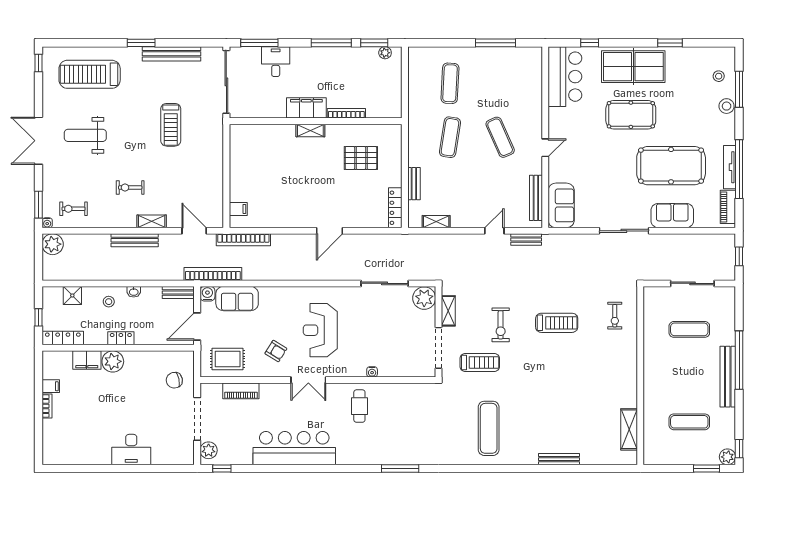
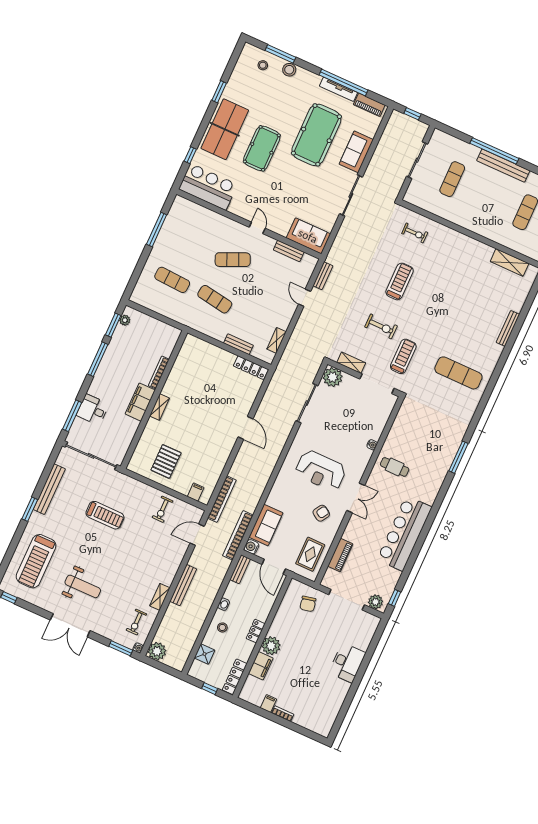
weight bench: (85, 135) -> (83, 586), turned -90
pallet: (361, 158) -> (166, 461), moved
exercise bike: (130, 188) -> (163, 509), moved
bench: (536, 198) -> (289, 251), width x0.73
shelving: (152, 221) -> (160, 597), moved

